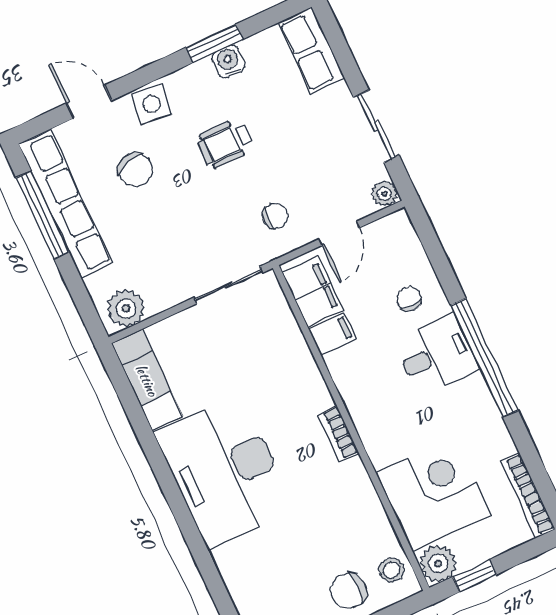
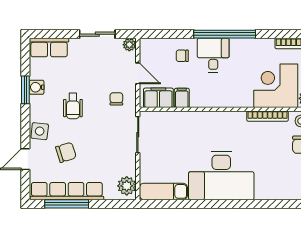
bookcase: (338, 434) -> (267, 116), moved, width x1.56

